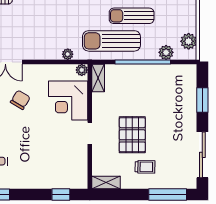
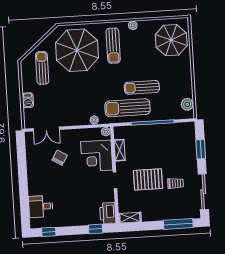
plant: (166, 52) -> (170, 114), removed
shelving: (98, 78) -> (120, 150), moved
pallet: (132, 135) -> (148, 179), turned 90
trolley: (145, 167) -> (176, 183), moved
printer: (78, 175) -> (108, 213), added

